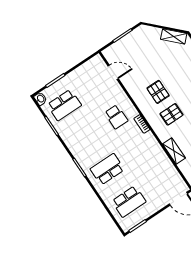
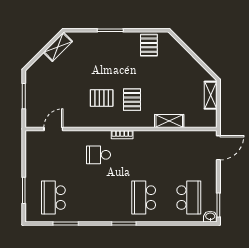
washbasin: (40, 99) -> (210, 217), moved
school desk: (64, 105) -> (53, 198), turned 180
school desk: (116, 117) -> (99, 155), turned 180

